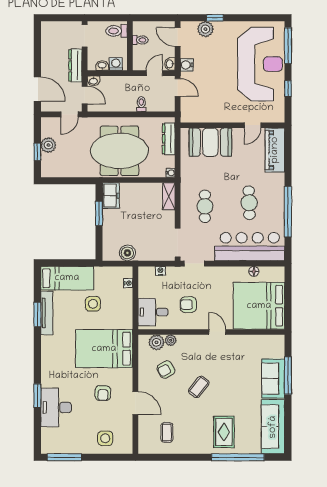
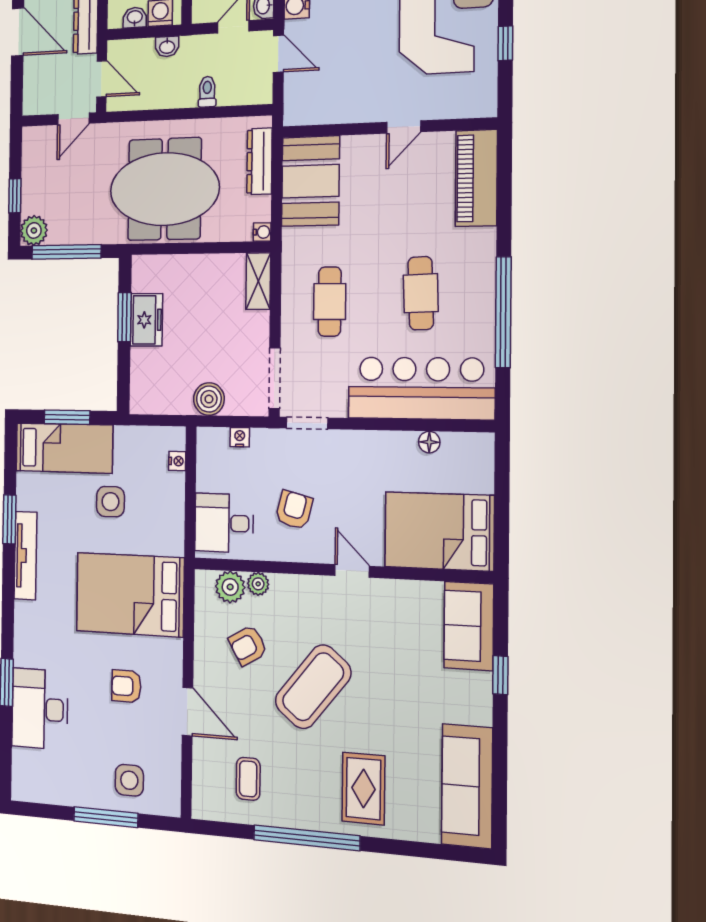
washbasin: (93, 81) -> (167, 47), moved
door: (37, 89) -> (18, 32), moved
door: (253, 125) -> (404, 127), moved
booth: (210, 142) -> (310, 181), moved, turned 90
plant: (48, 145) -> (34, 230), moved
window: (67, 181) -> (66, 252), added
freezer: (111, 196) -> (146, 320), moved
boiler: (127, 253) -> (209, 399), moved
window: (68, 263) -> (67, 417), added
armchair: (188, 305) -> (294, 510), turned 104
bed: (259, 306) -> (439, 531), width x0.73
tv unit: (47, 313) -> (25, 556), moved
window: (288, 376) -> (500, 675), width x0.46
sofa: (273, 379) -> (469, 626), moved
coffee table: (199, 387) -> (313, 687), width x1.86, depth x1.72
armchair: (103, 393) -> (126, 686), turned 90
window: (64, 457) -> (106, 817), moved
window: (238, 457) -> (306, 838), moved

